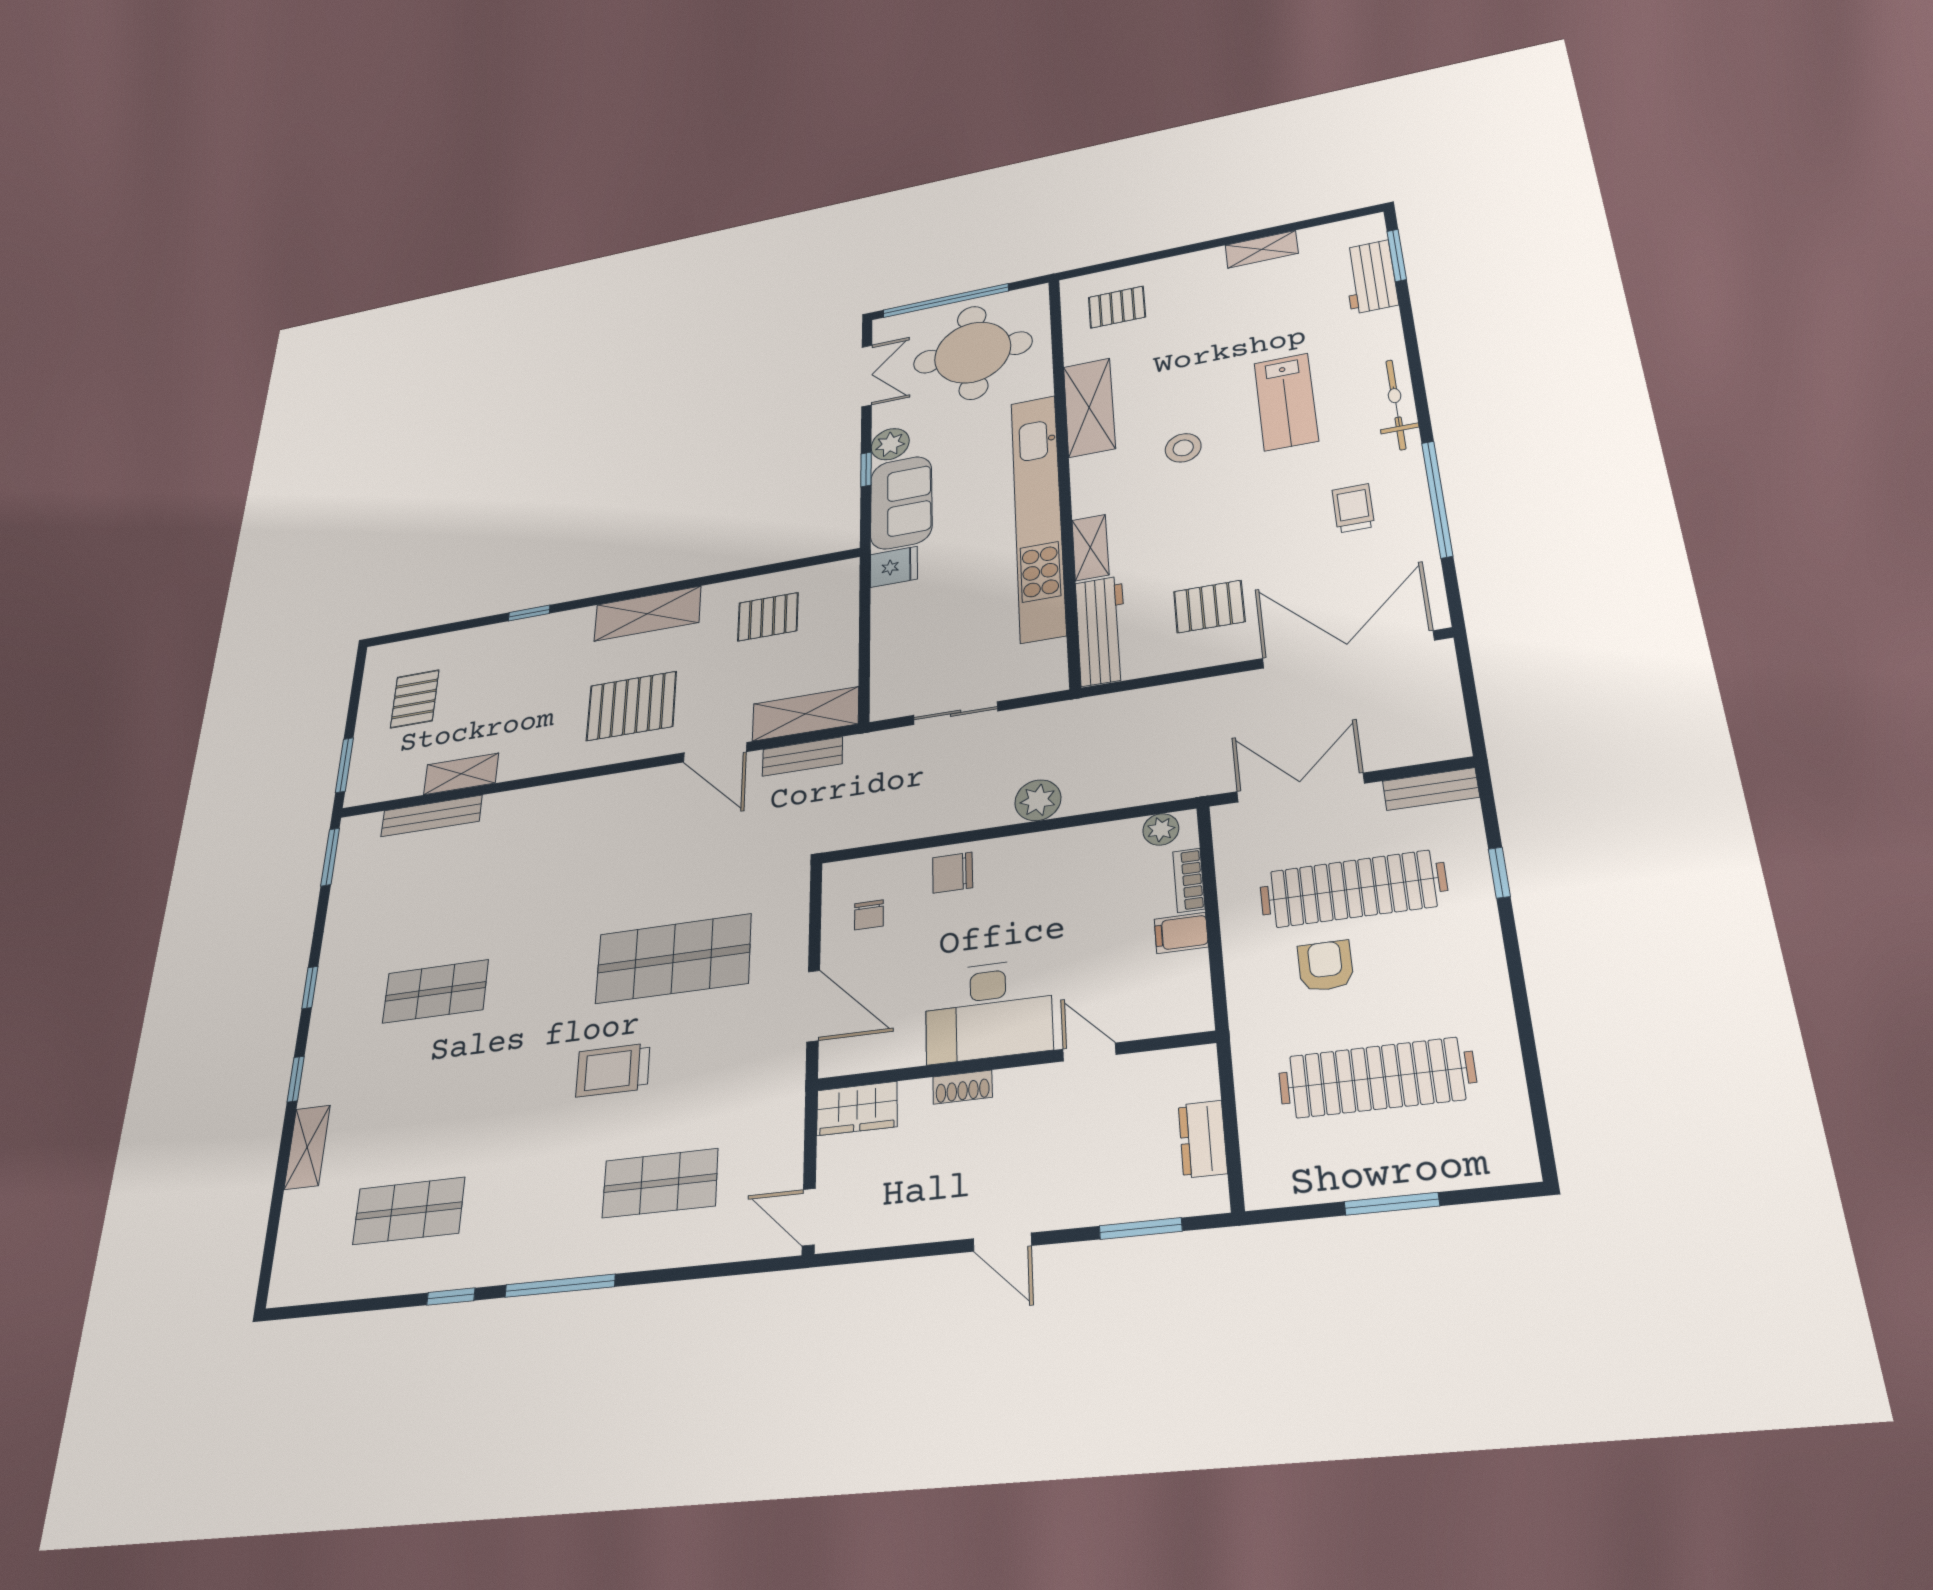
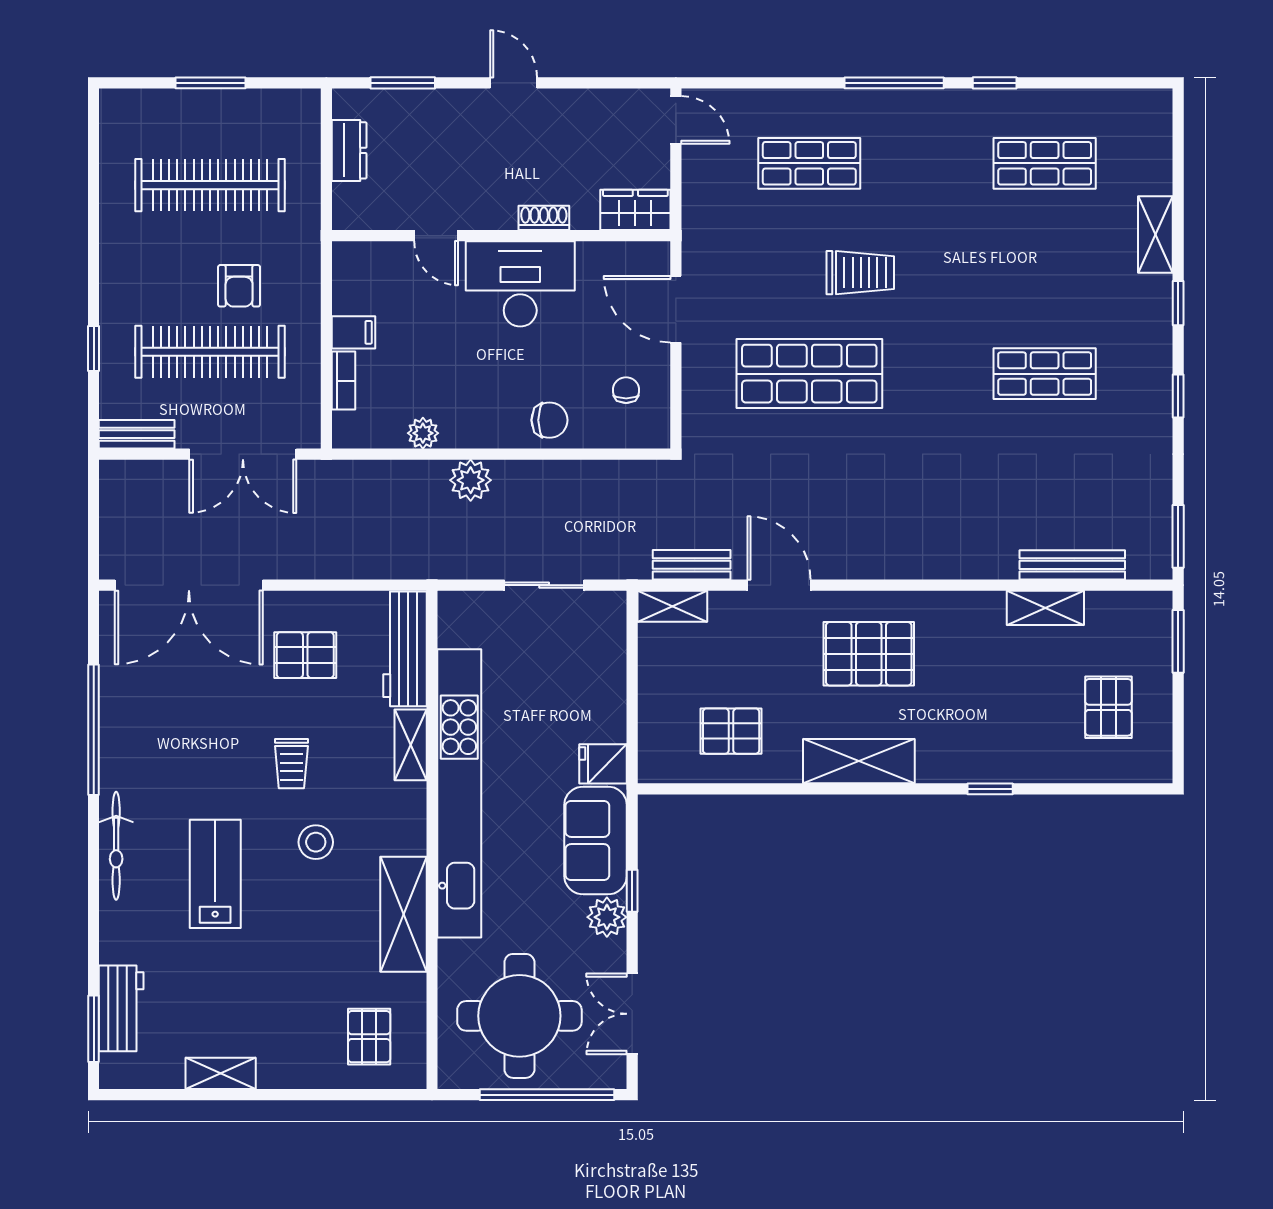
pallet: (1117, 307) -> (369, 1037), turned 90
trolley: (1353, 508) -> (291, 764), moved
shelving: (805, 714) -> (672, 606), width x0.67, depth x0.75
plant: (1161, 829) -> (423, 433), moved

